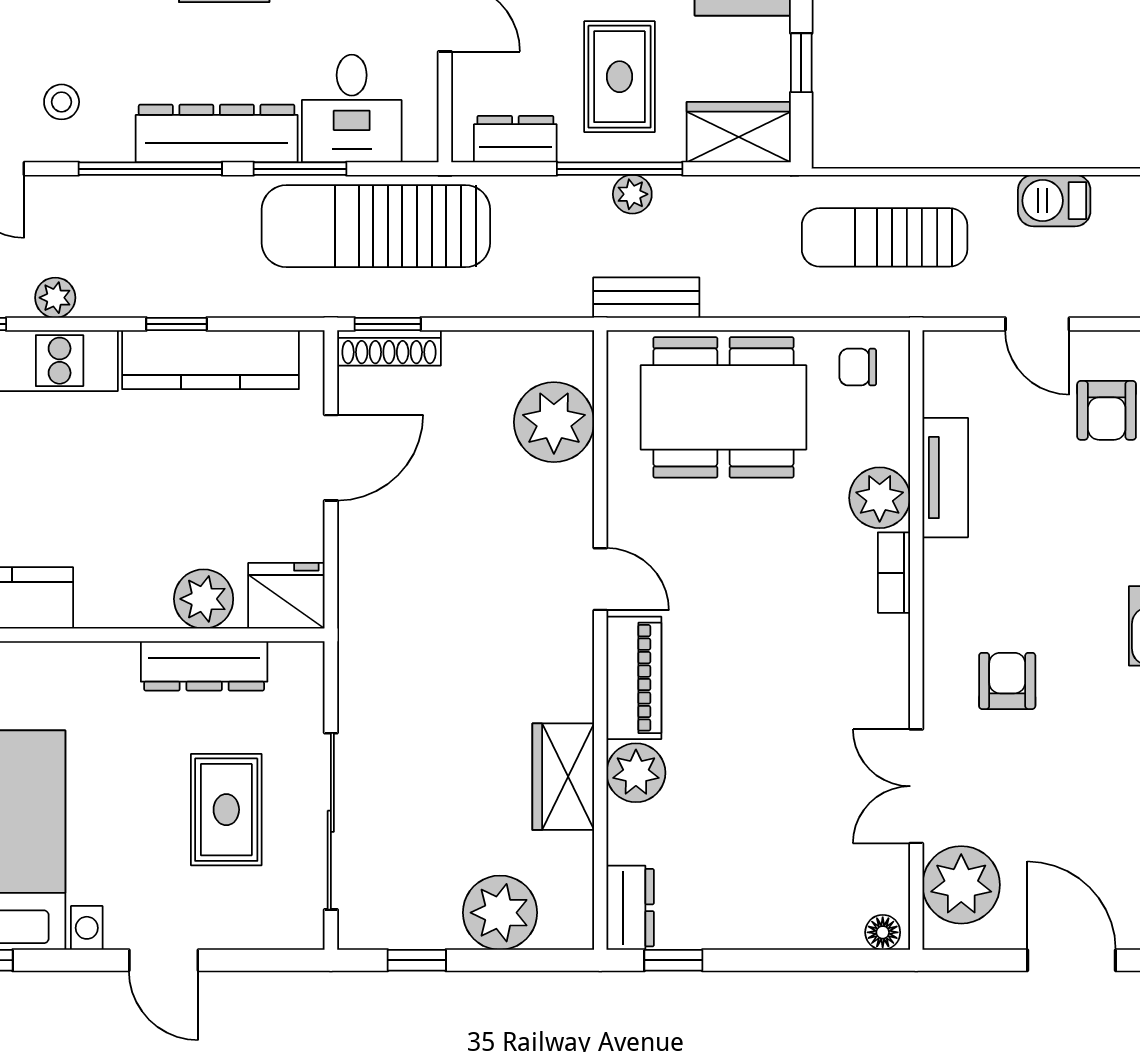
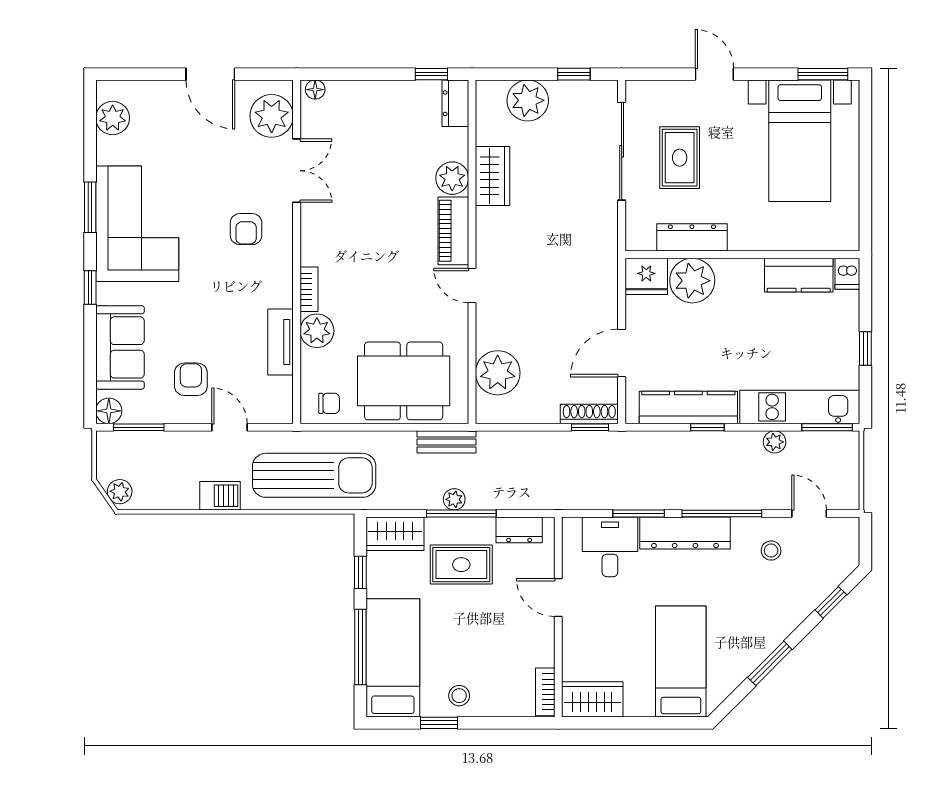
rug: (620, 77) -> (461, 565), turned 90
sun lounger: (376, 226) -> (597, 482), removed
sun lounger: (885, 237) -> (314, 475), width x1.36, depth x1.34
plant: (204, 599) -> (692, 281), width x1.36, depth x1.36

